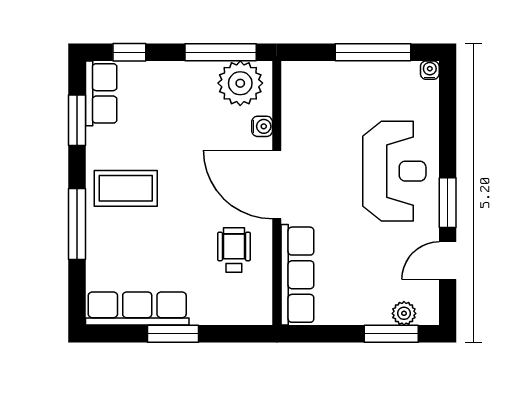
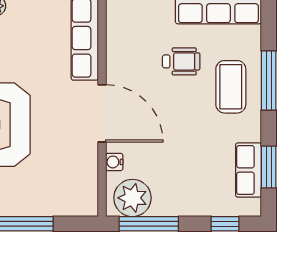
row of seats: (101, 93) -> (249, 170), moved
coffee table: (126, 188) -> (231, 87), moved, turned 90
wheelchair: (234, 250) -> (181, 61), moved, turned -90

